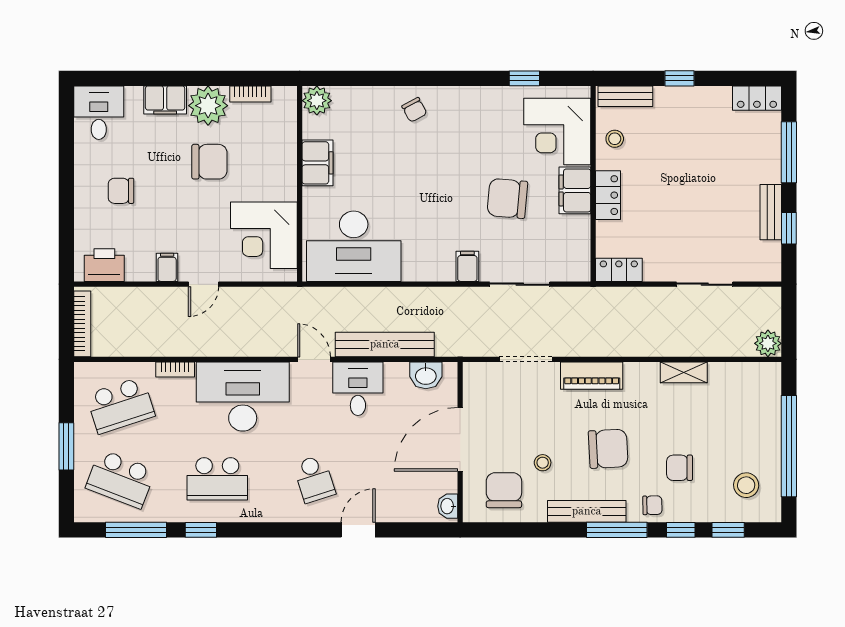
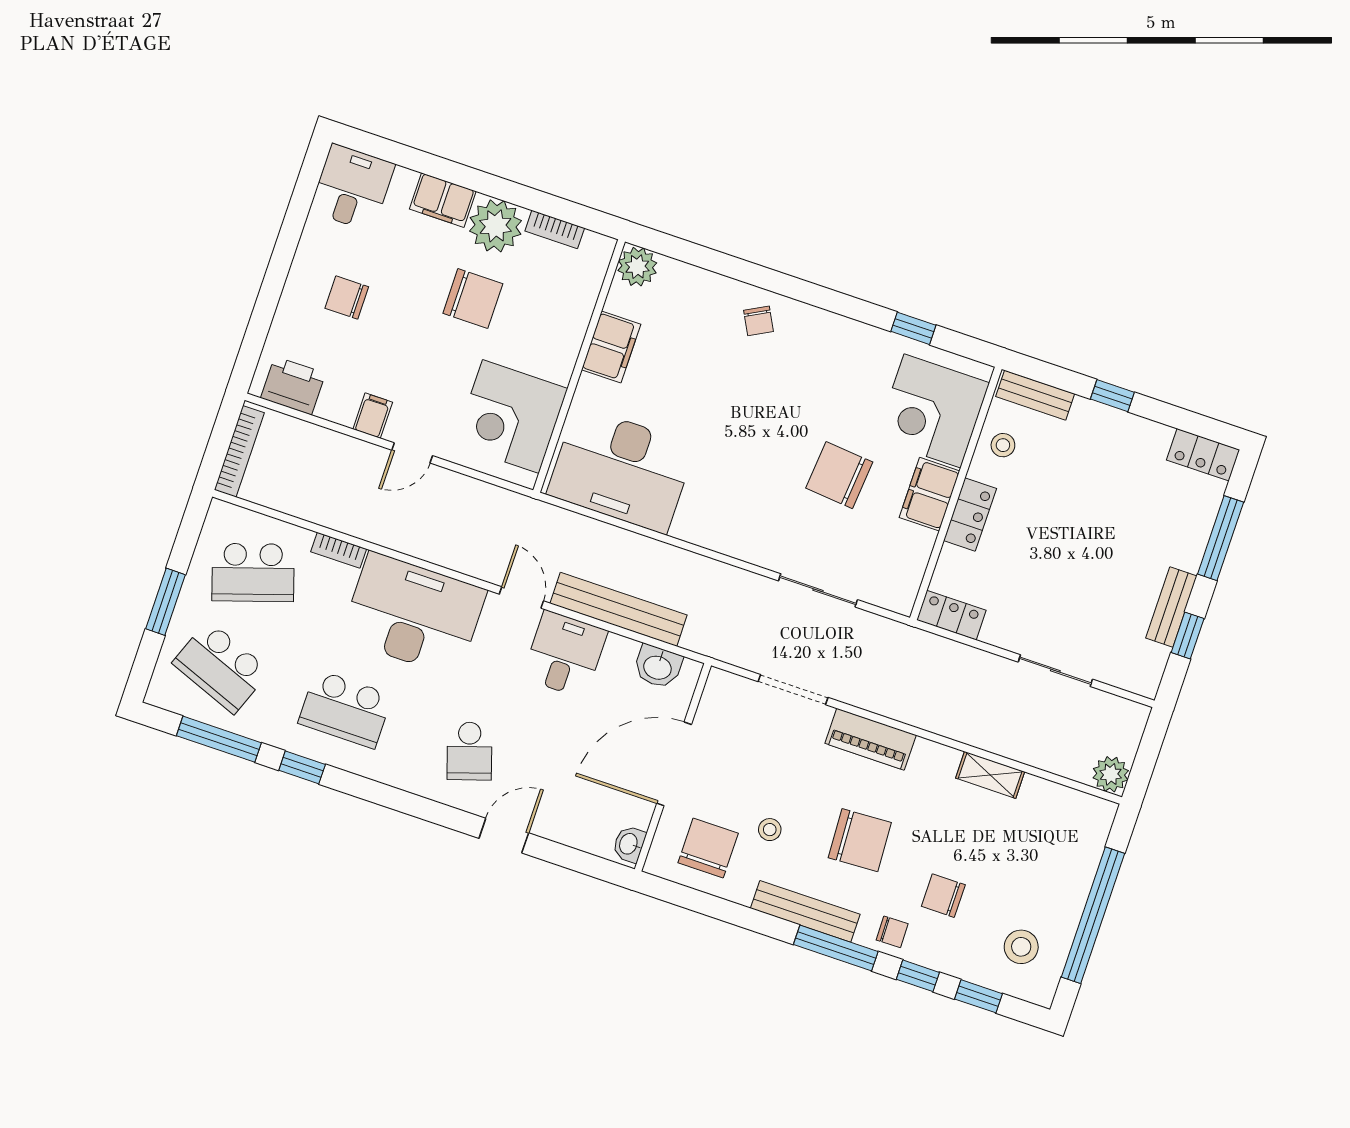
filing cabinet: (467, 266) -> (758, 545), removed

